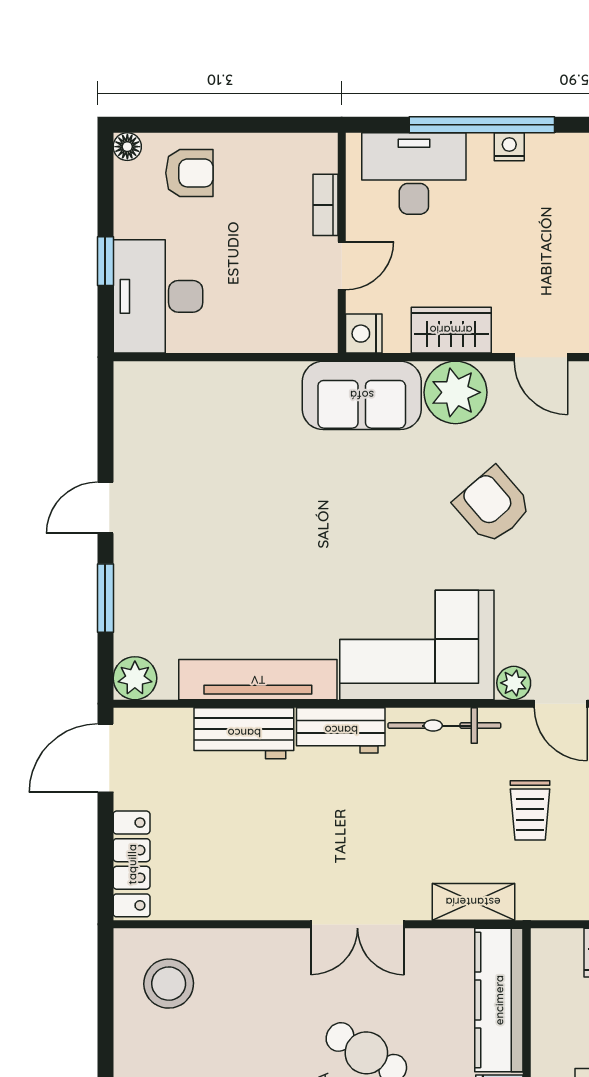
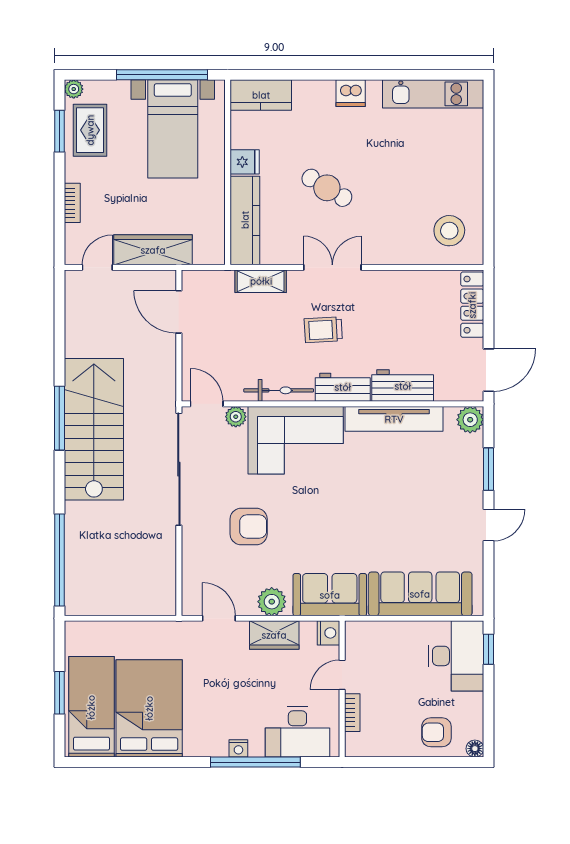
window: (105, 261) -> (488, 649), moved
plant: (456, 392) -> (272, 602), width x0.73, depth x0.73
sofa: (216, 397) -> (420, 594), added
armchair: (493, 505) -> (249, 527), turned -49
trolley: (530, 810) -> (323, 330), moved, turned -93

